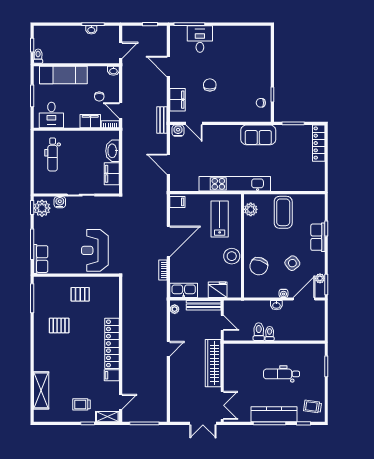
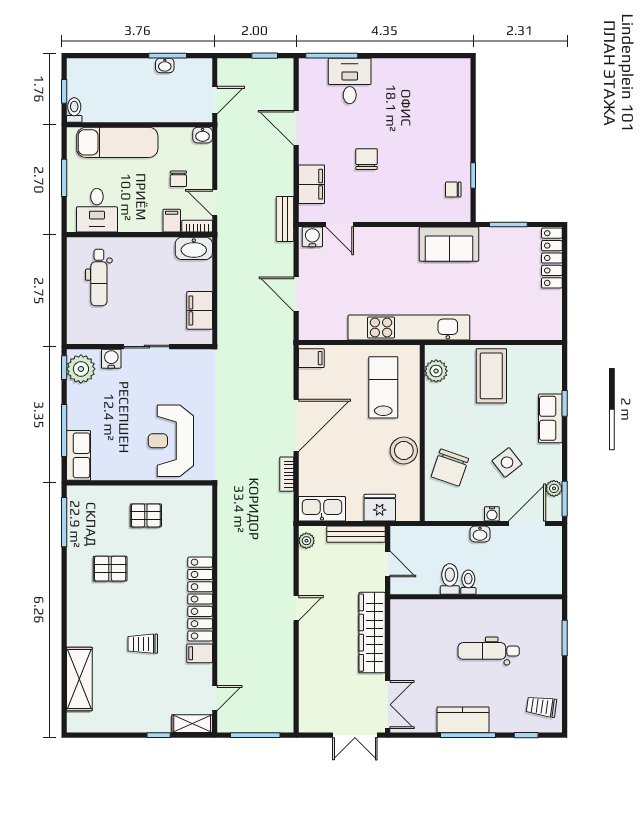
filing cabinet: (90, 121) -> (172, 221), width x0.50
washbasin: (113, 151) -> (194, 248), moved, turned -90
trolley: (82, 404) -> (143, 644), moved
kitchen counter: (274, 414) -> (463, 720), width x0.67

